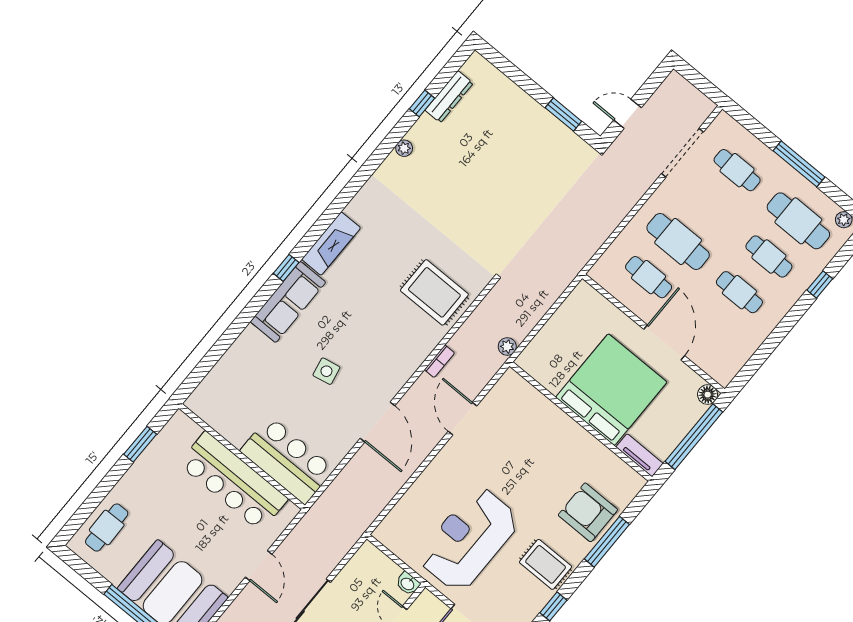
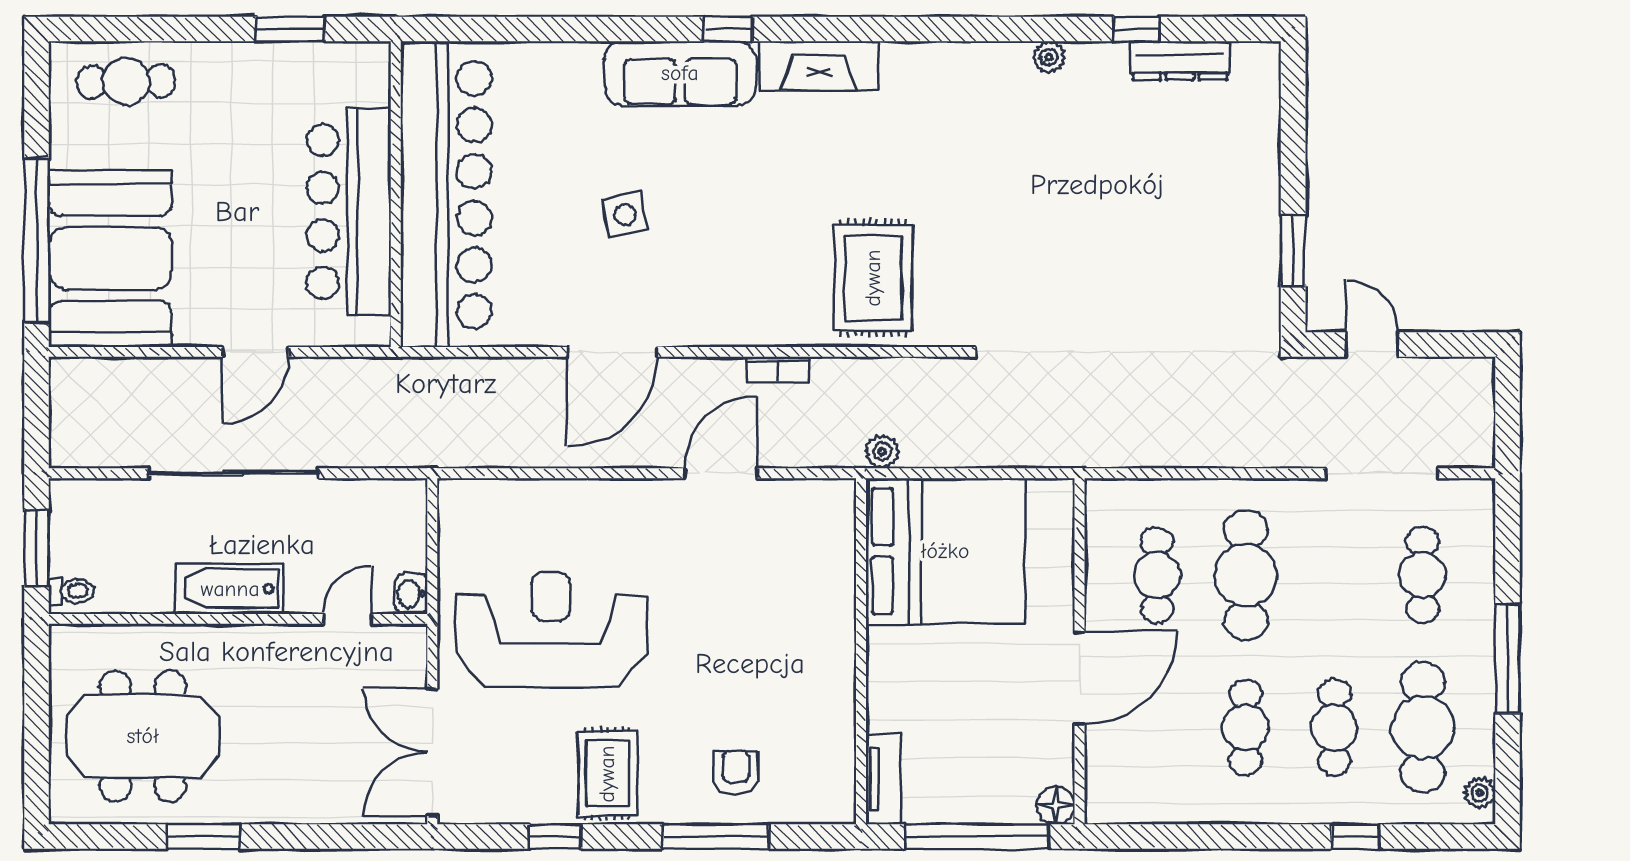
bed: (611, 390) -> (945, 551), moved
bar counter: (287, 460) -> (446, 195), width x1.86
armchair: (588, 512) -> (736, 773), width x0.53, depth x0.53

